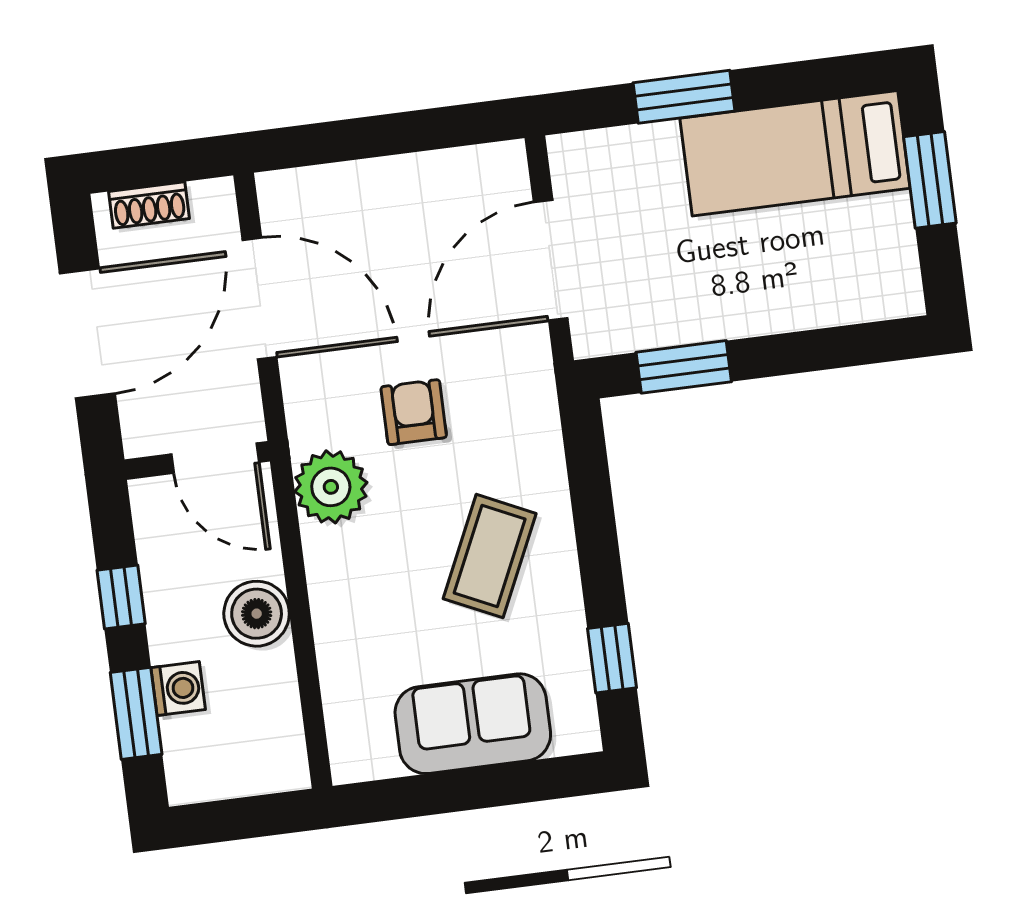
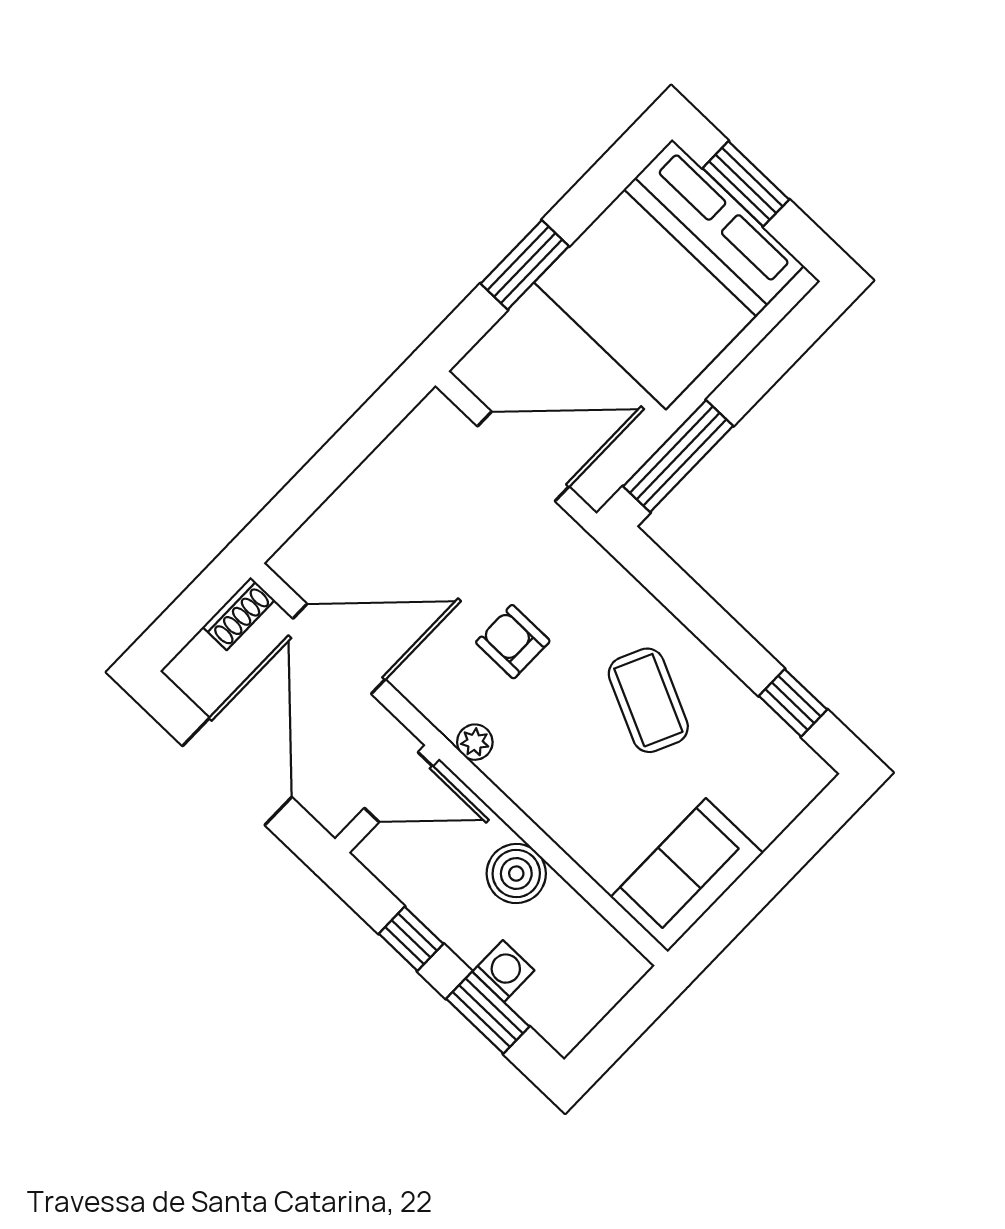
bed: (795, 153) -> (669, 274), width x2.04
shoe rack: (149, 205) -> (239, 614), moved
door: (551, 260) -> (523, 456), swing flipped
window: (684, 367) -> (678, 456), width x1.44
plant: (331, 487) -> (475, 742), width x0.53, depth x0.53
sofa: (473, 724) -> (687, 875), moved

